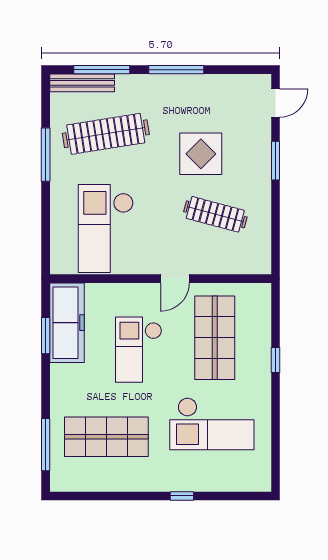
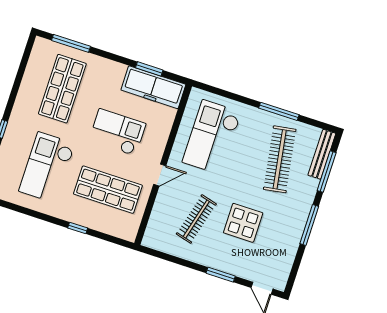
checkout: (106, 228) -> (212, 137), turned -90
door: (175, 279) -> (160, 175), swing flipped

